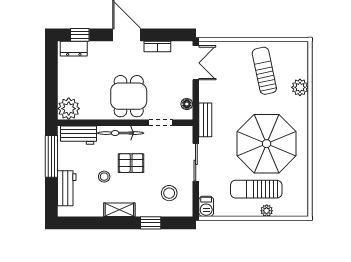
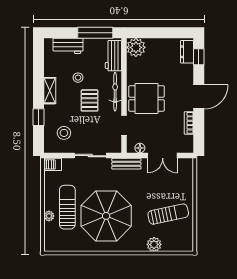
double door: (196, 63) -> (163, 156), moved

